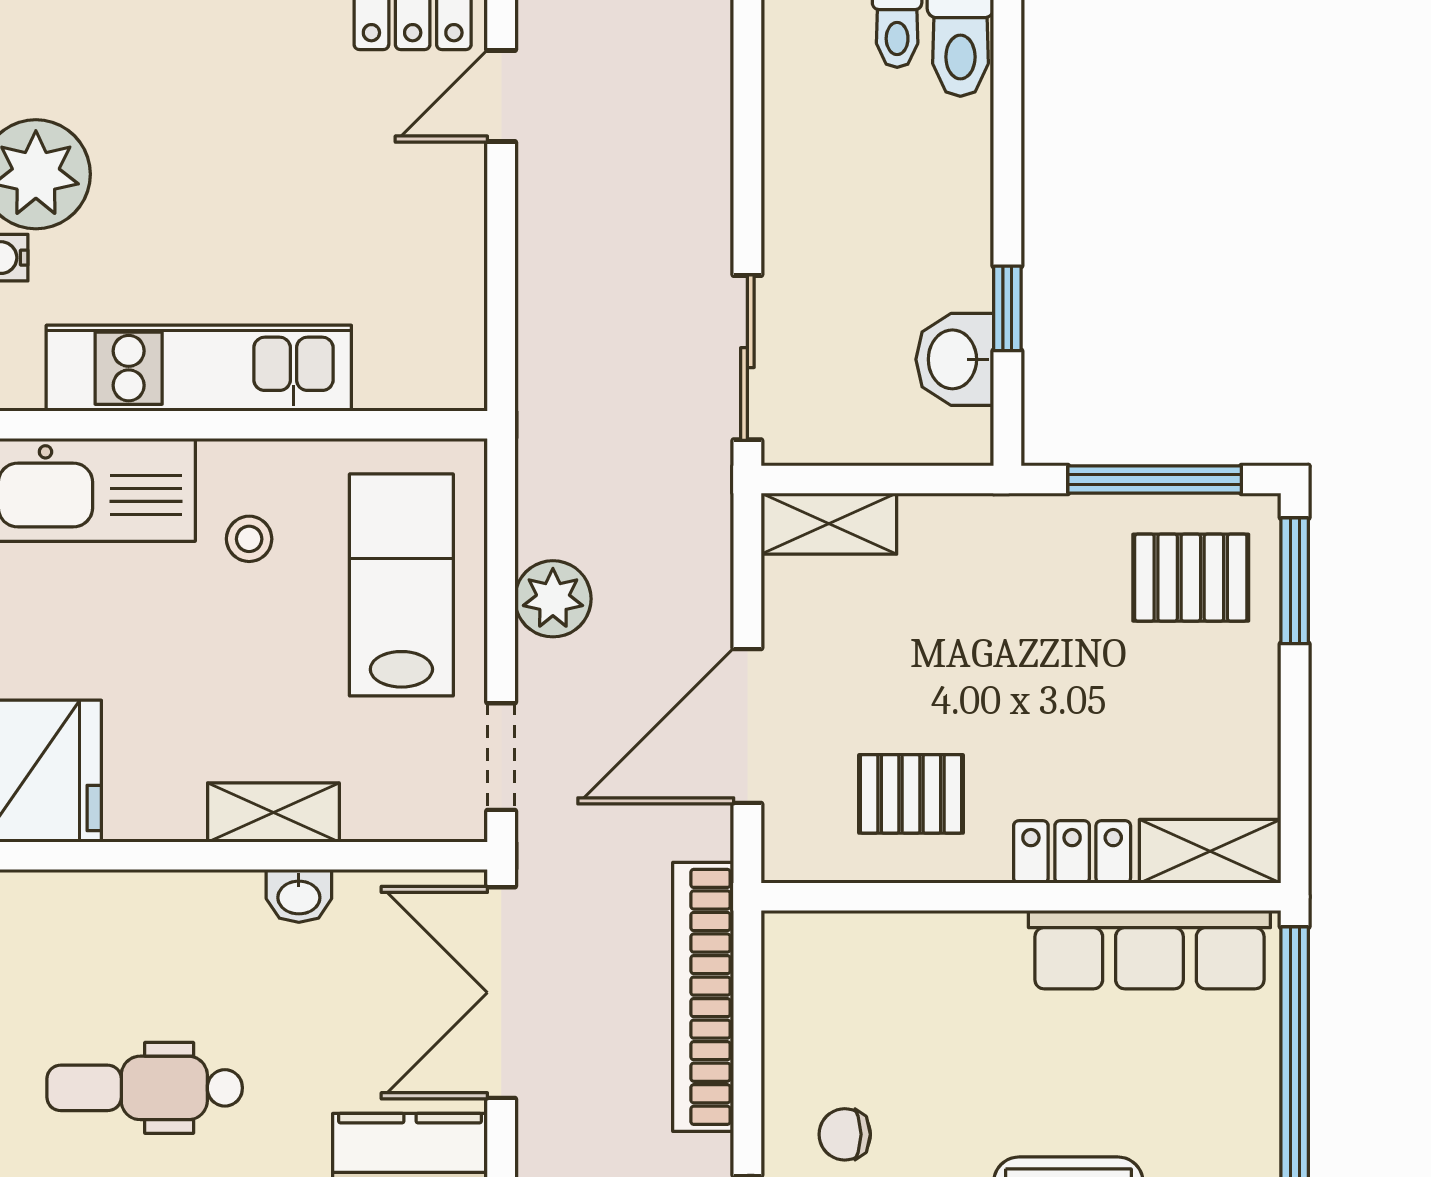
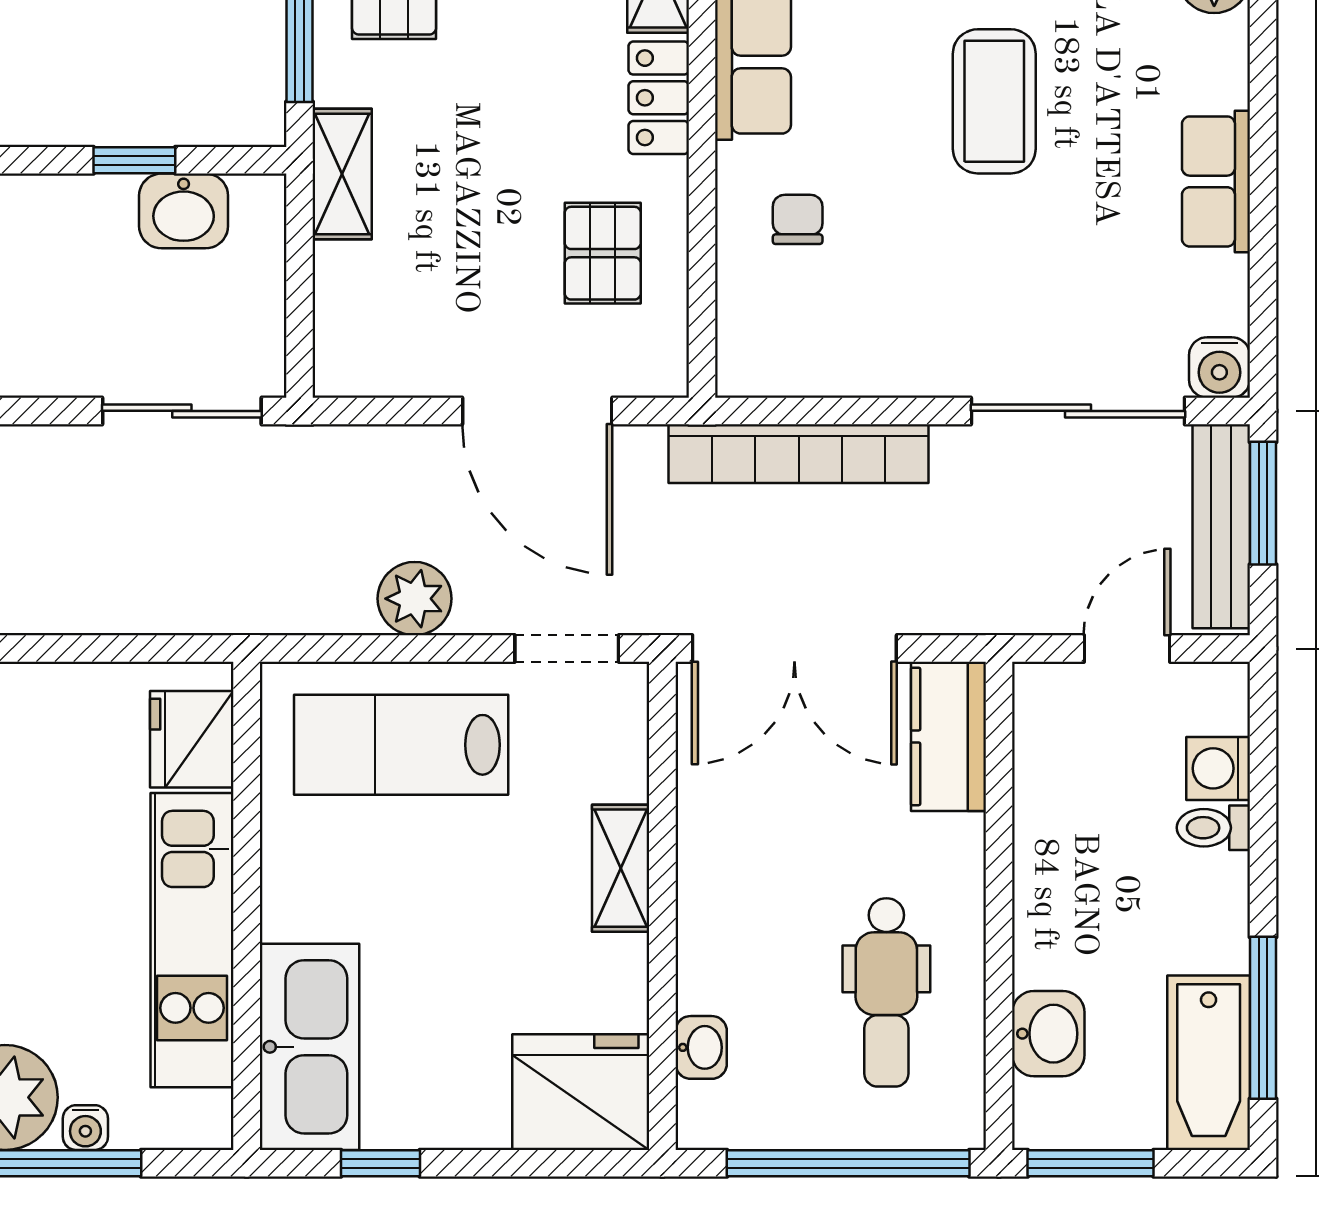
fridge: (407, 368) -> (192, 739), added
shelving: (829, 524) -> (342, 174), moved
stool: (249, 539) -> (357, 892), removed
washbasin: (299, 896) -> (701, 1047), moved
chair: (845, 1134) -> (798, 219), moved, turned 180

